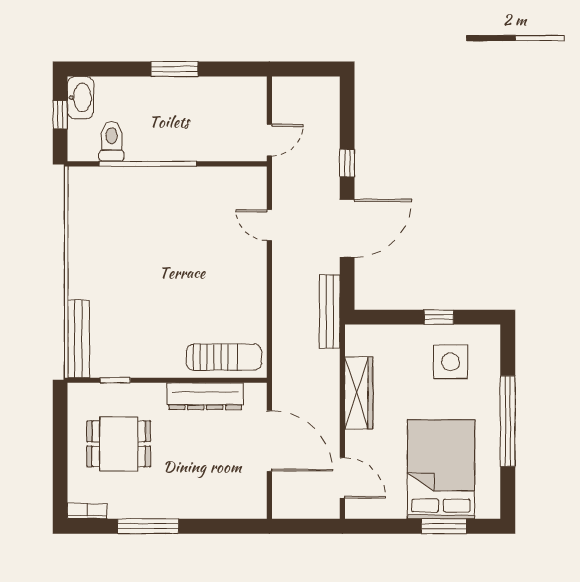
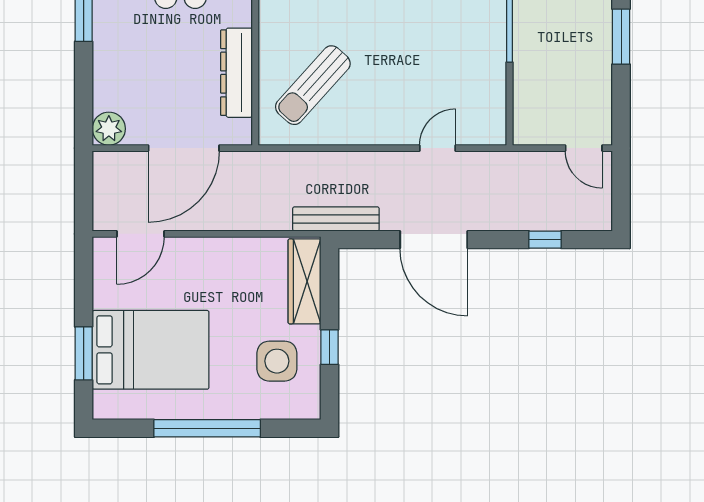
door: (269, 140) -> (584, 148), moved
window: (347, 163) -> (545, 240), moved
sun lounger: (224, 357) -> (313, 85), moved, turned 42
wardrobe: (359, 393) -> (304, 281), moved, turned 90
plant: (253, 505) -> (109, 129), added

